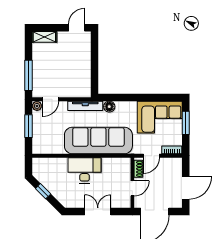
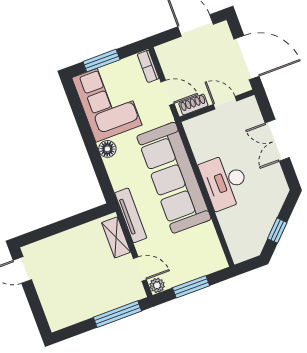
shelving: (44, 37) -> (116, 237), moved
floor lamp: (109, 107) -> (107, 149), moved

